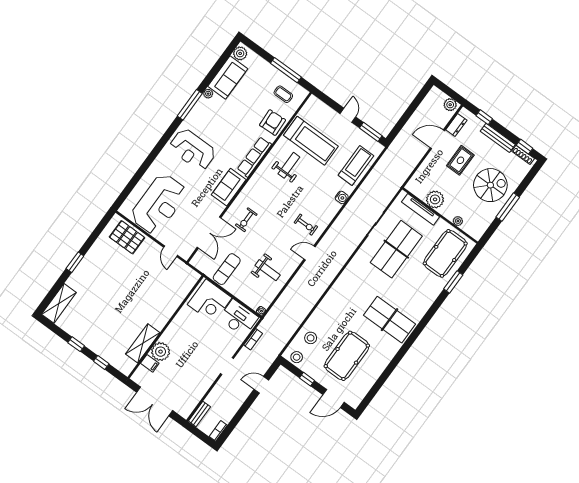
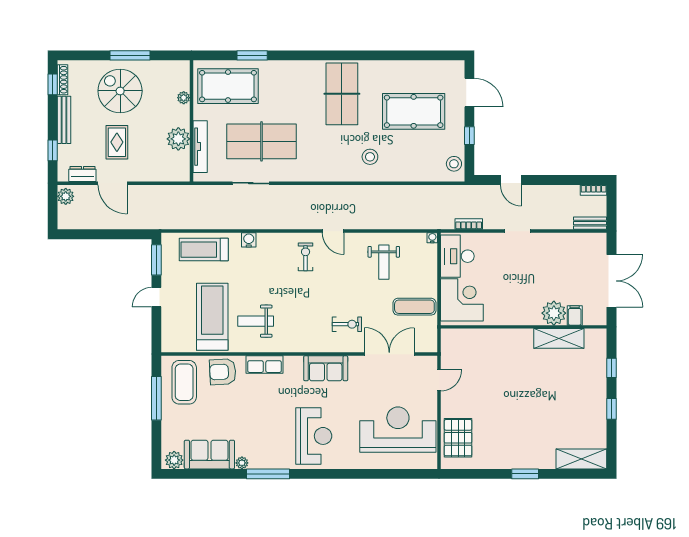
coffee table: (283, 94) -> (184, 382), width x1.86, depth x1.72
row of seats: (254, 157) -> (265, 364), width x0.68
rug: (460, 160) -> (117, 142), turned 90
weight bench: (268, 270) -> (384, 262), turned 180
stool: (311, 338) -> (370, 157), moved

